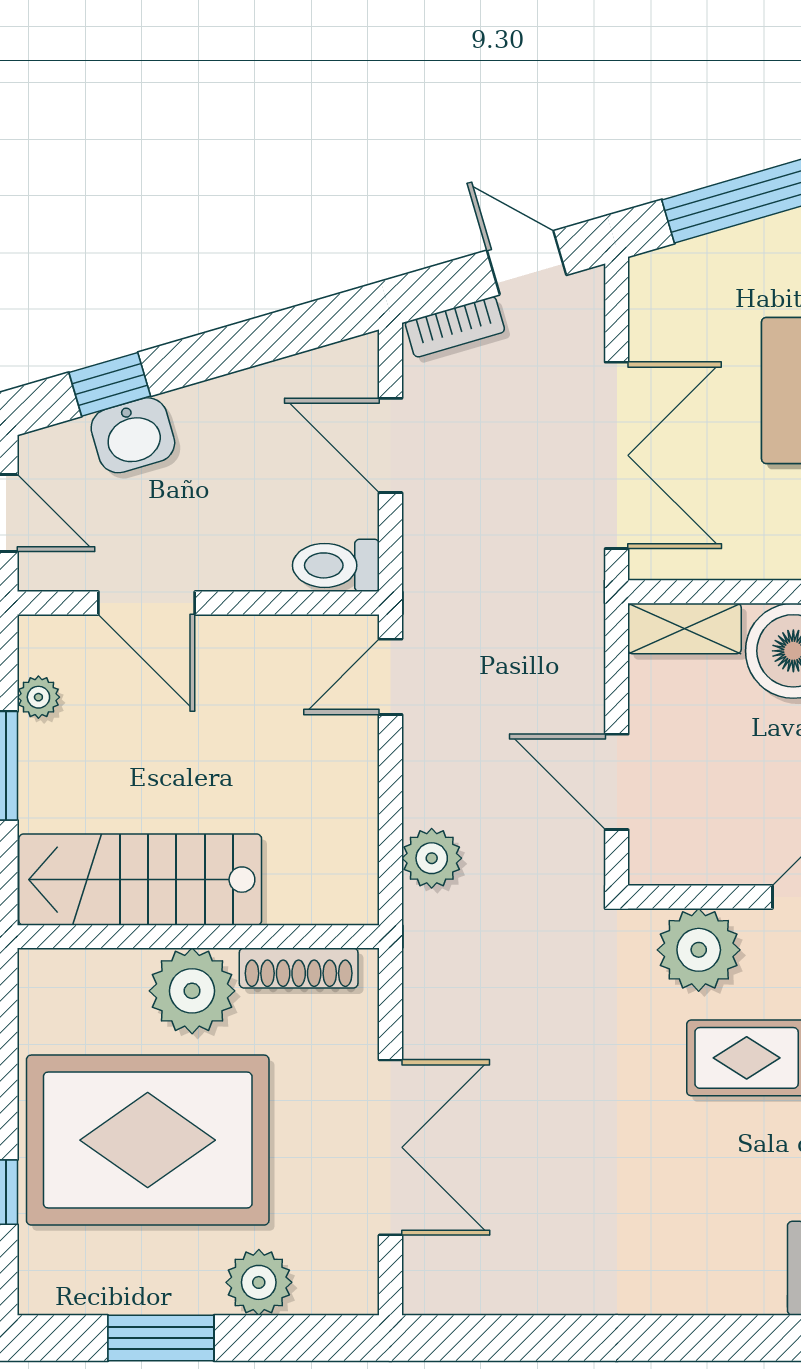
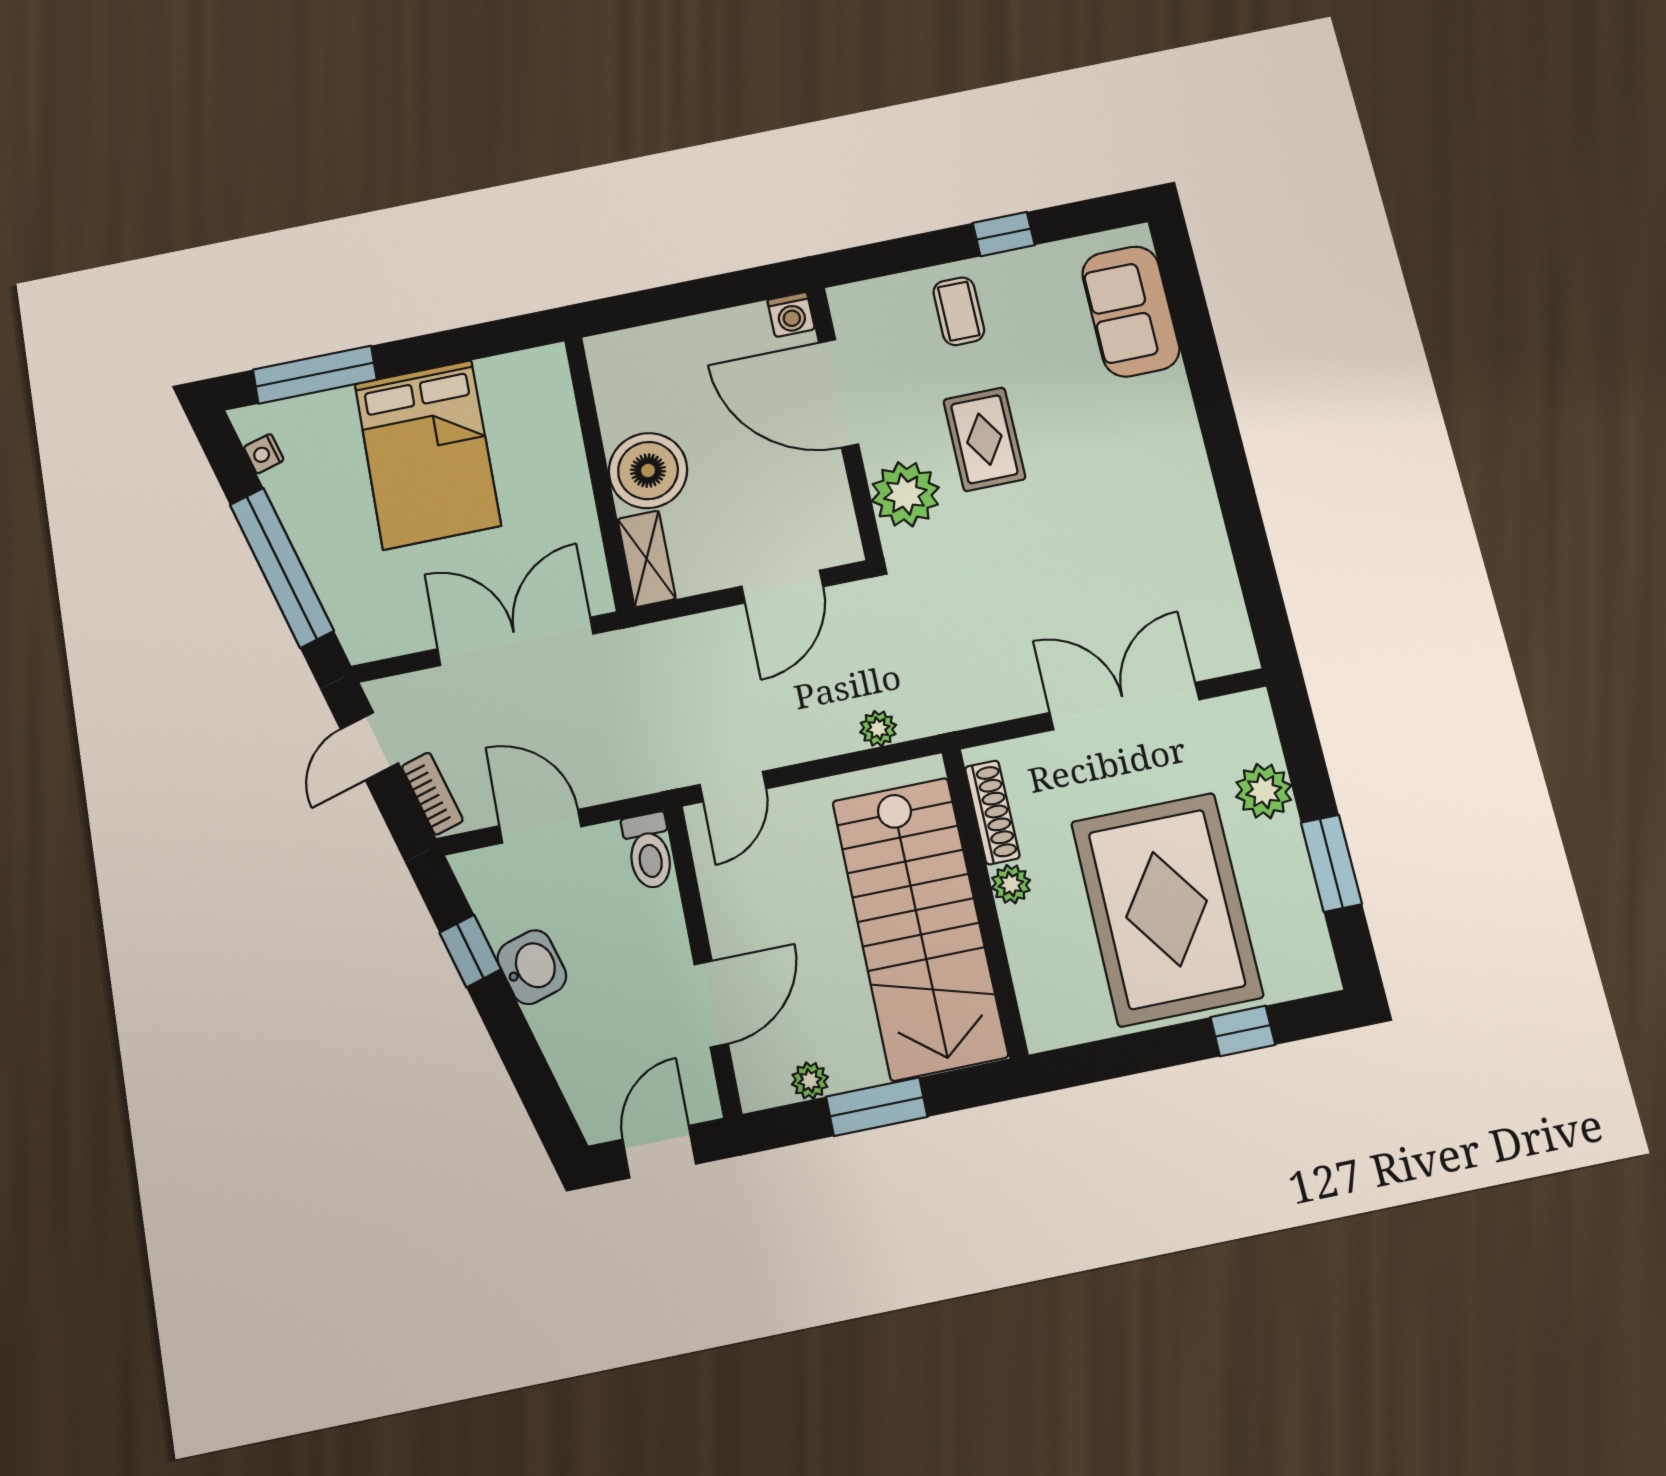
window: (110, 384) -> (470, 951), moved
washbasin: (133, 435) -> (532, 967), moved
door: (390, 445) -> (540, 826), swing flipped
door: (390, 677) -> (733, 787), hinge flipped
plant: (432, 858) -> (878, 729), width x0.73, depth x0.73
stairs: (140, 880) -> (919, 928), width x1.36, depth x1.51
plant: (192, 991) -> (1011, 884), width x0.53, depth x0.53

